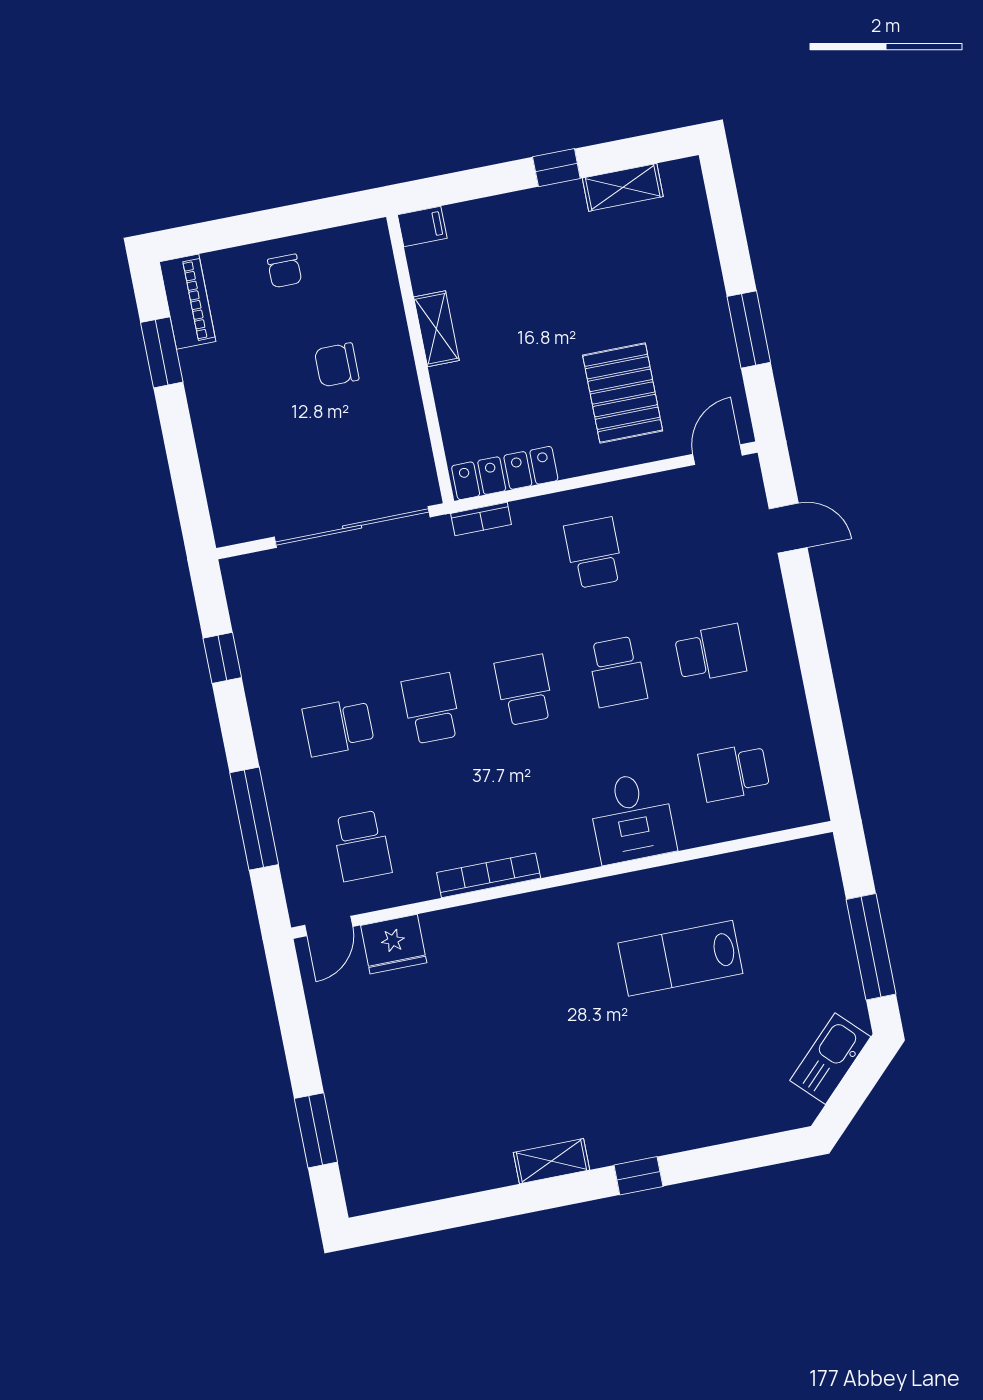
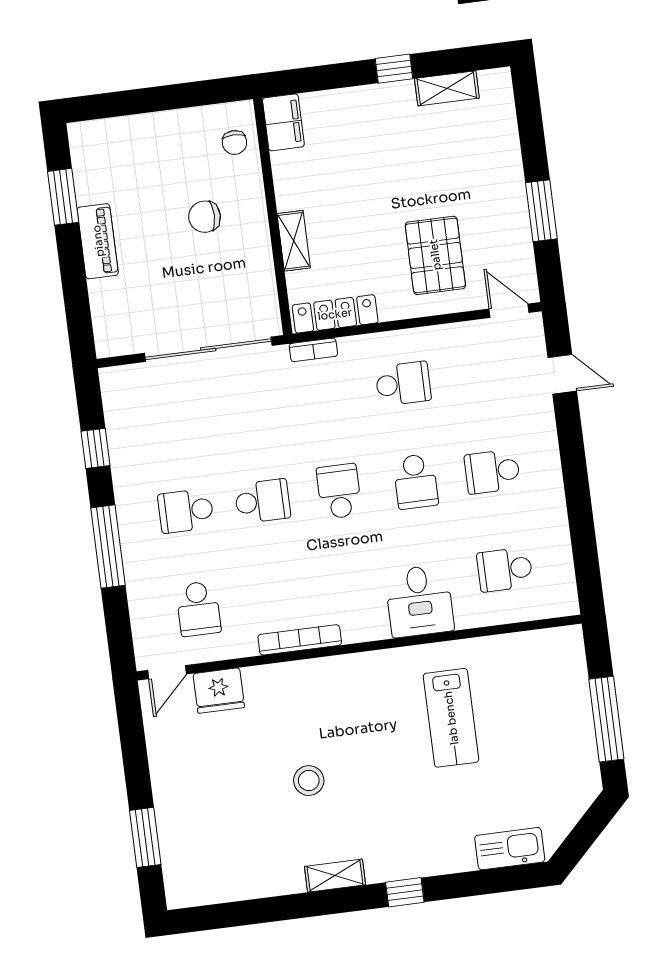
filing cabinet: (422, 227) -> (283, 122), width x2.00
chair: (285, 271) -> (234, 142), moved
piano: (188, 302) -> (98, 241), moved
shelving: (436, 329) -> (294, 241), moved
door: (717, 455) -> (509, 311), hinge flipped
school desk: (594, 553) -> (403, 384), turned 90
school desk: (710, 653) -> (492, 472), turned 180
school desk: (431, 708) -> (262, 501), turned 90
window: (254, 819) -> (108, 547), moved
lab bench: (680, 958) -> (451, 718), turned -90
stool: (511, 1047) -> (309, 781), added
kitchen sink: (830, 1059) -> (510, 849), moved, turned 45

